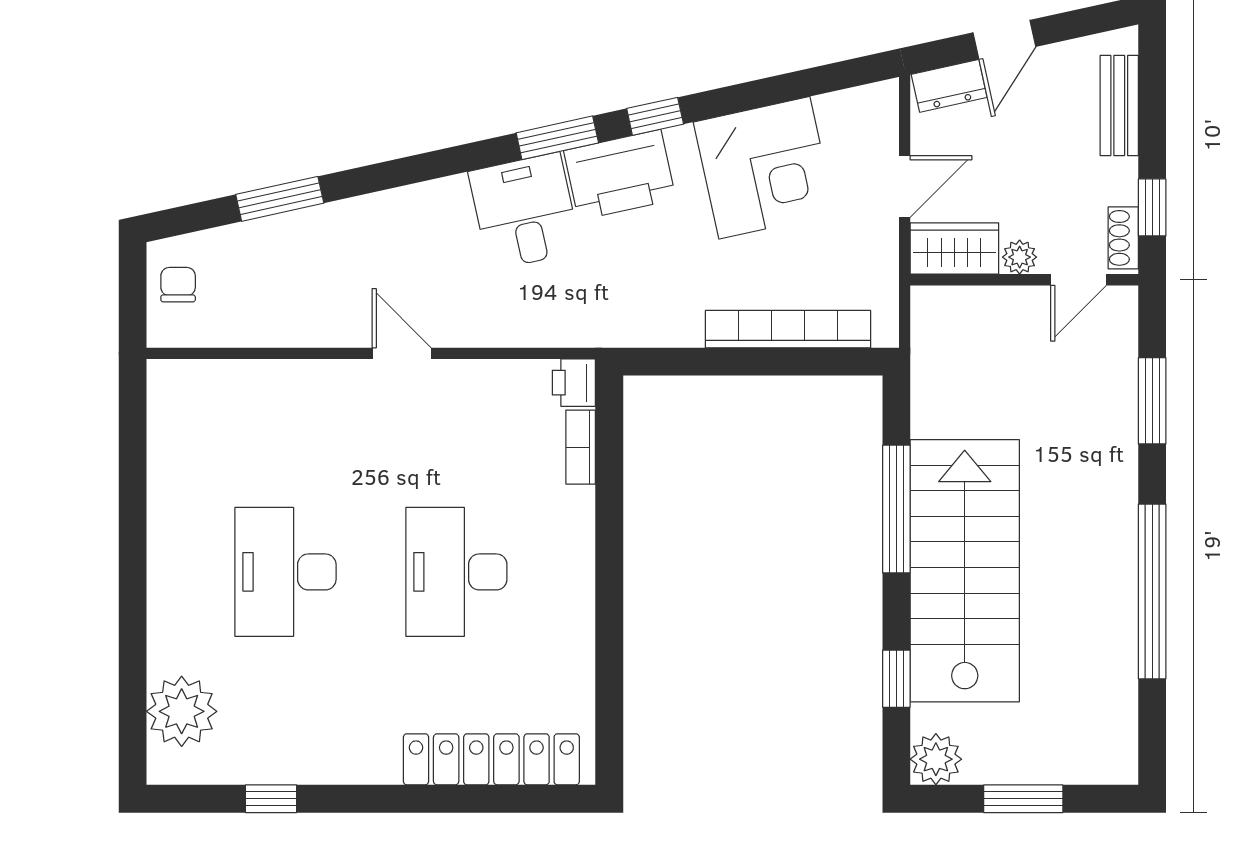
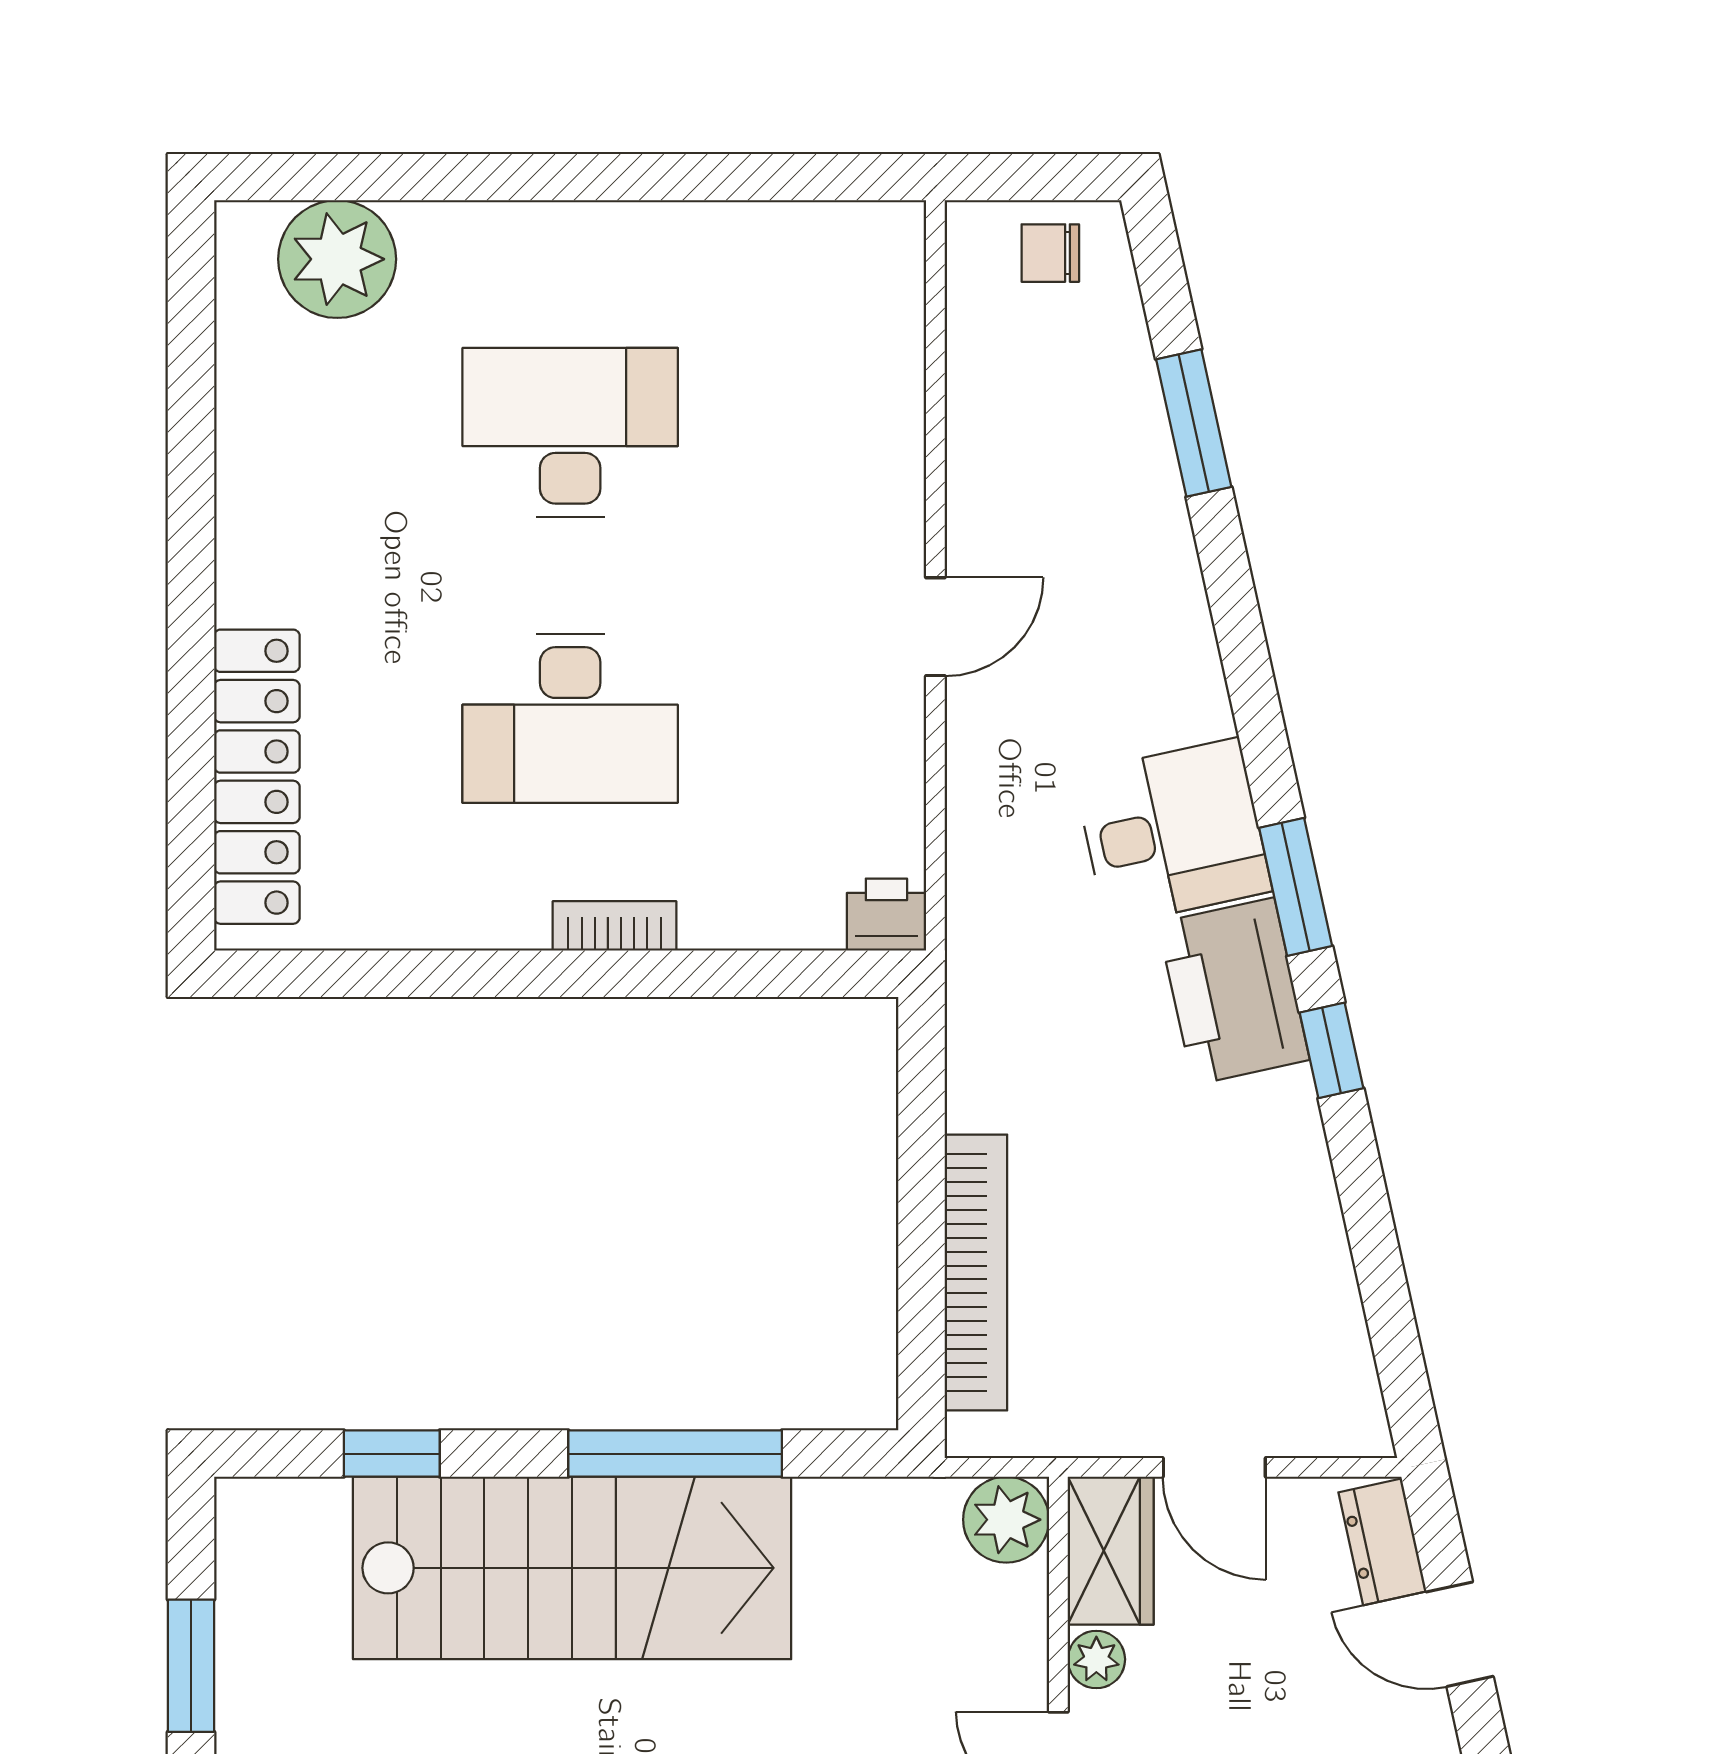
corner desk: (764, 168) -> (1246, 1233), removed
chair: (178, 285) -> (1050, 253), turned 180
bookcase: (581, 447) -> (614, 926), moved
desk: (456, 572) -> (570, 718), turned 180
plant: (936, 759) -> (1006, 1520), moved
window: (271, 799) -> (191, 408), removed

